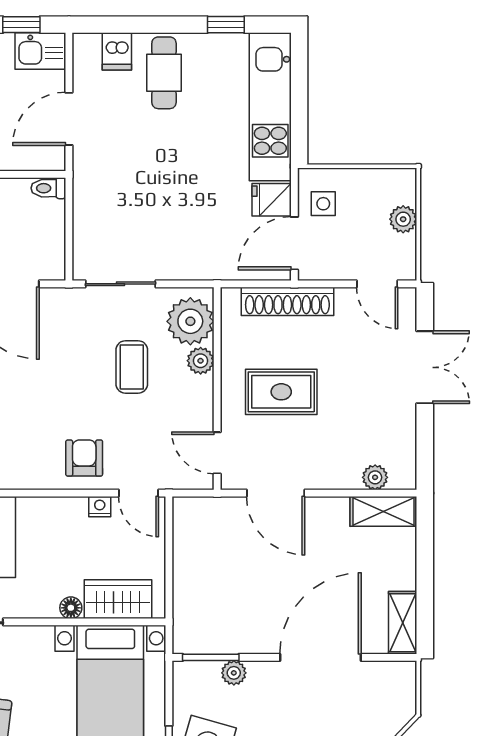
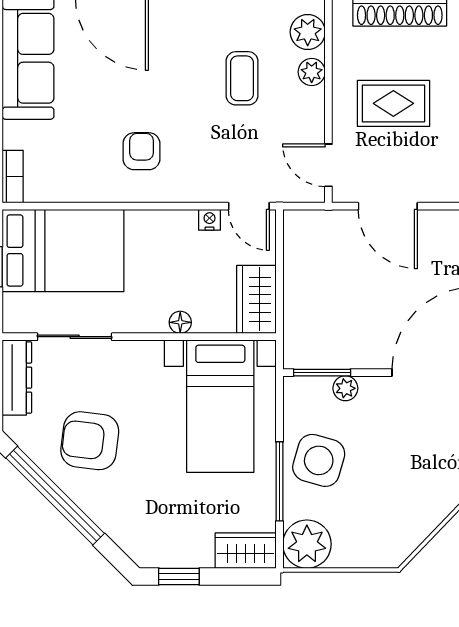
plant: (190, 321) -> (308, 32), width x0.73, depth x0.73
armchair: (84, 458) -> (141, 151), moved
wardrobe: (118, 599) -> (256, 299), moved, turned -90

